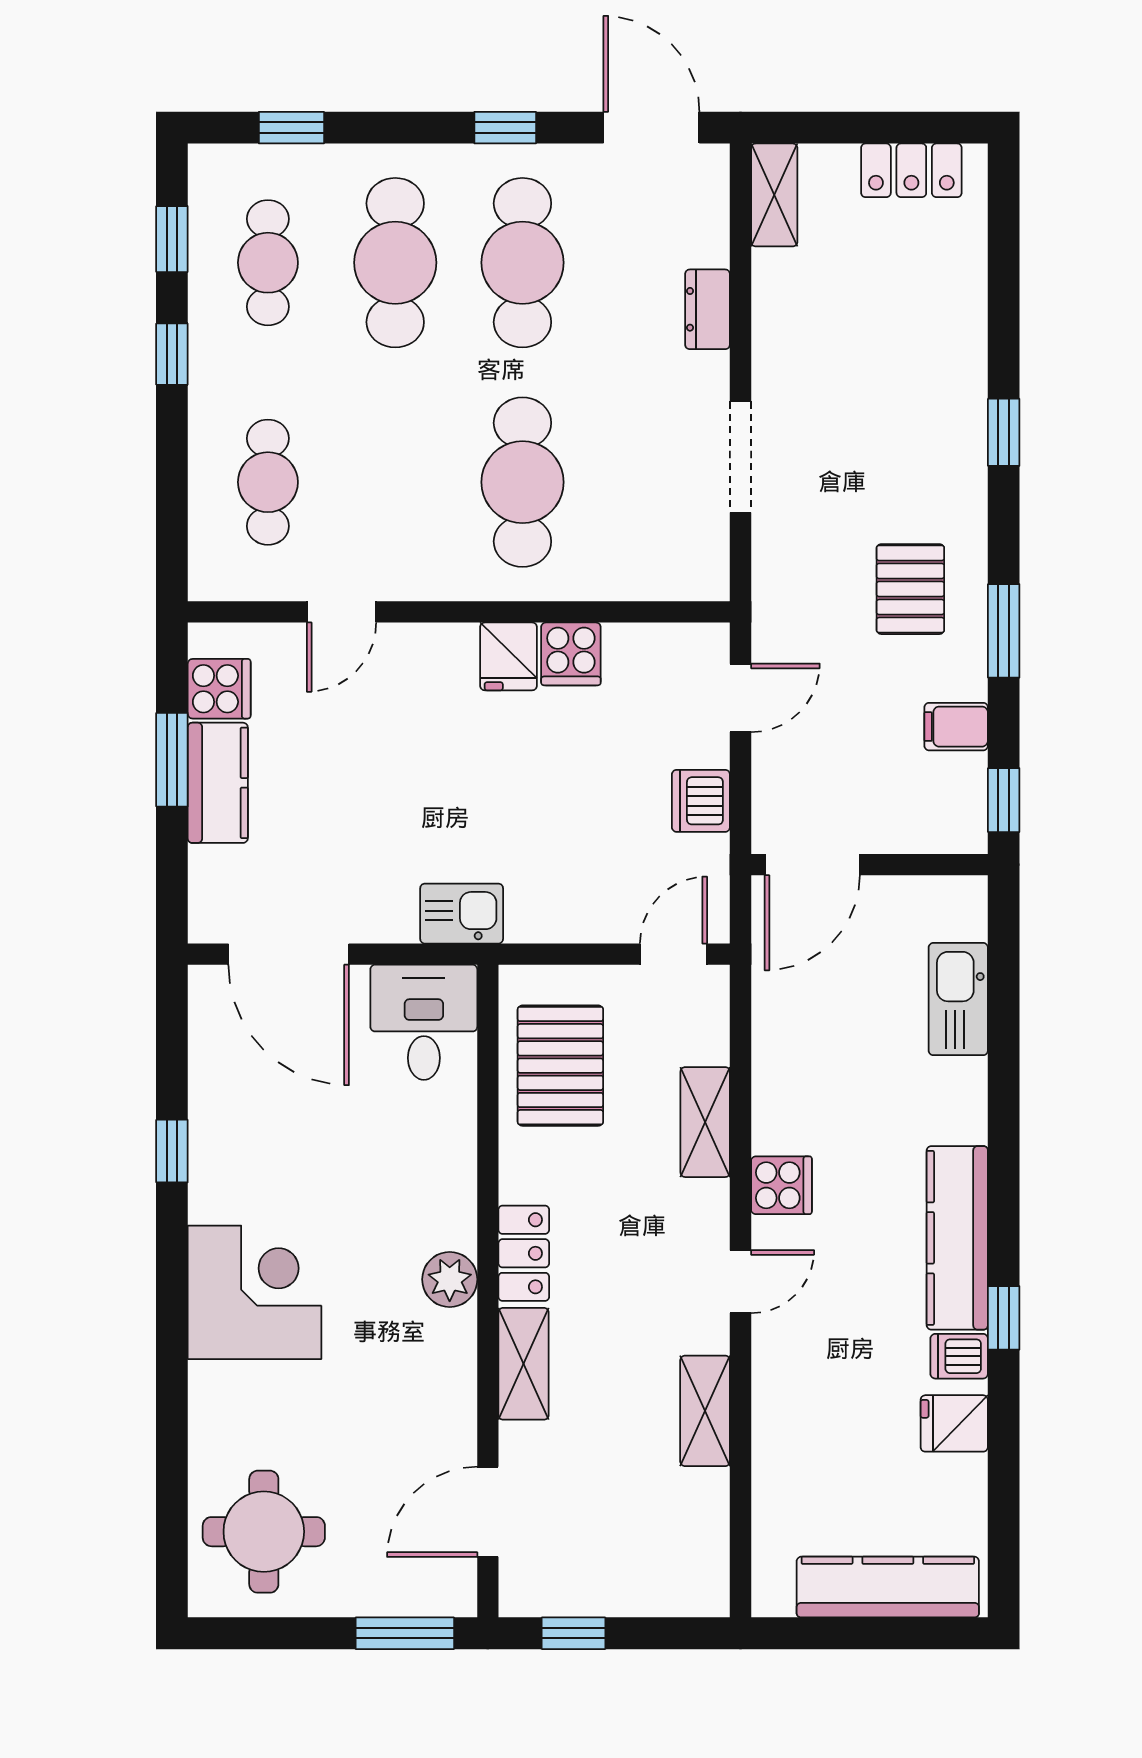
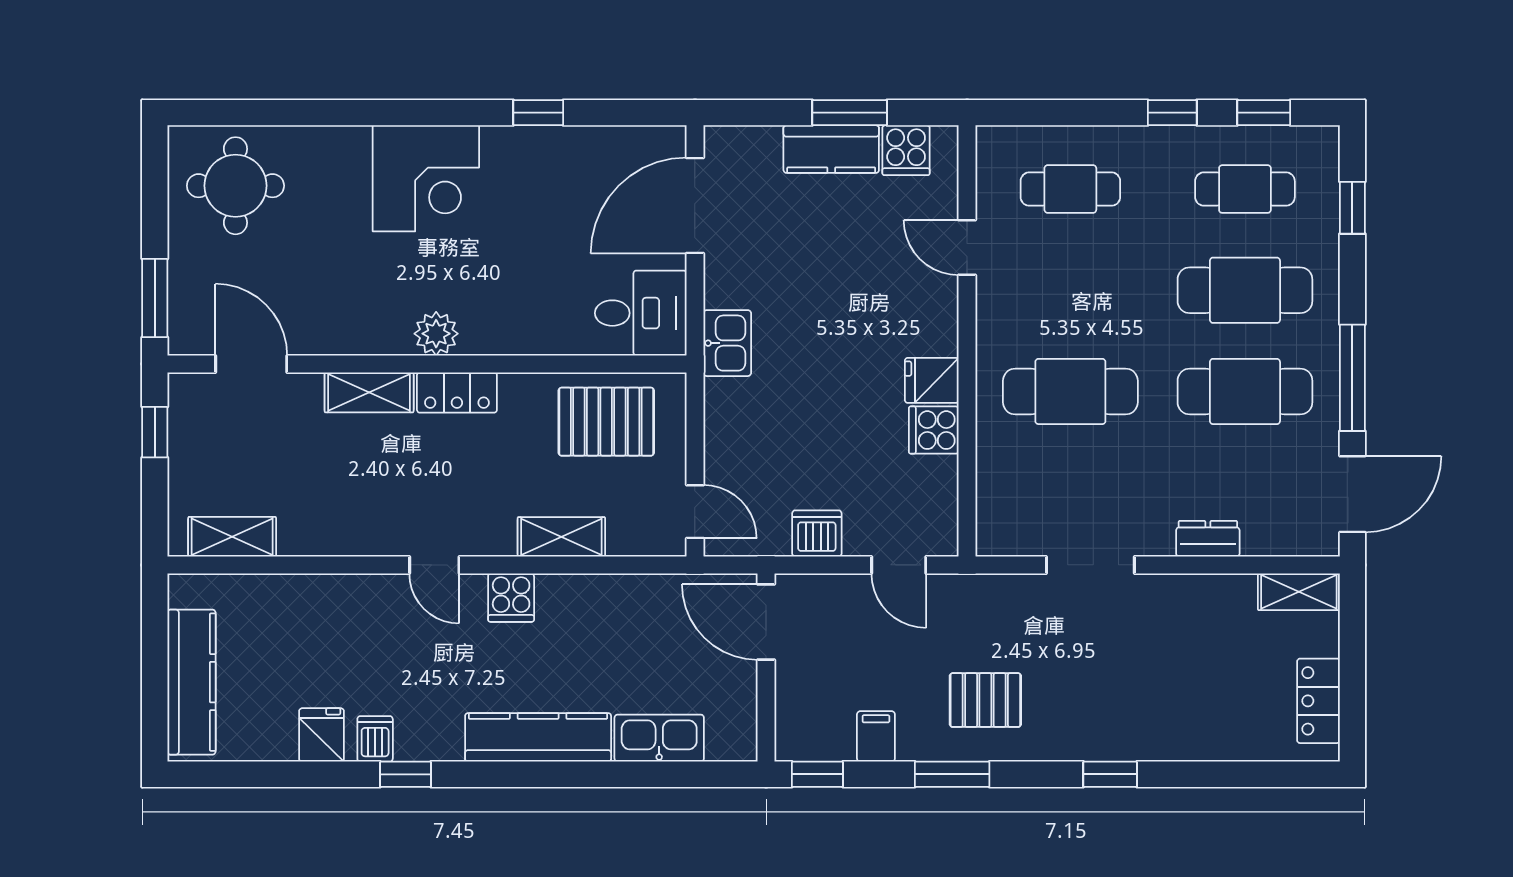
window: (505, 128) -> (1352, 378), width x2.17
kitchen counter: (957, 1238) -> (538, 737), moved
shelving: (705, 1411) -> (232, 537), moved

